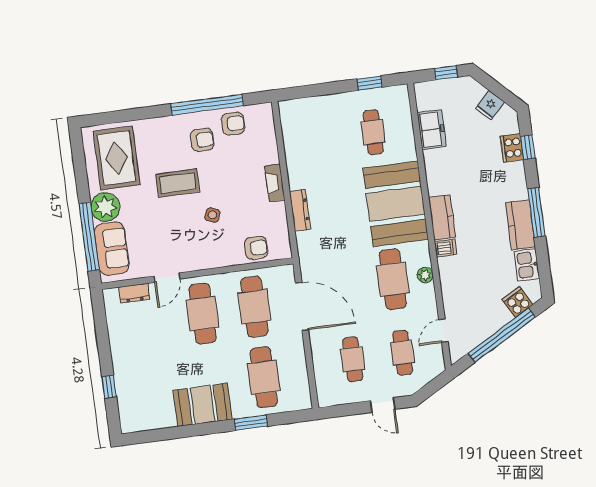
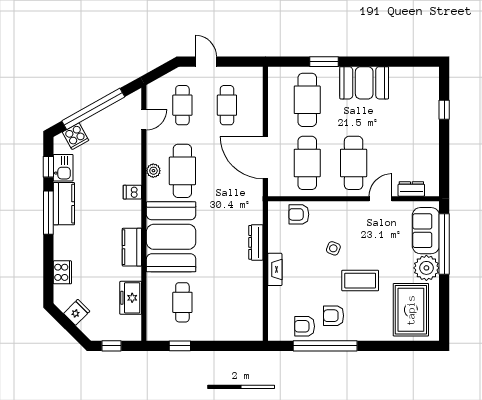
window: (528, 147) -> (48, 167), moved
kitchen counter: (442, 217) -> (132, 247), moved

